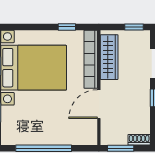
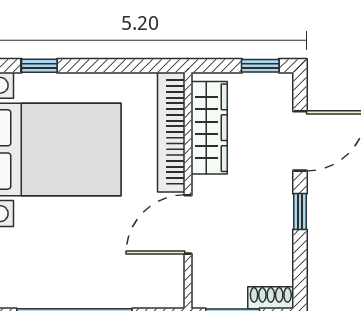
window: (67, 27) -> (39, 66), moved

